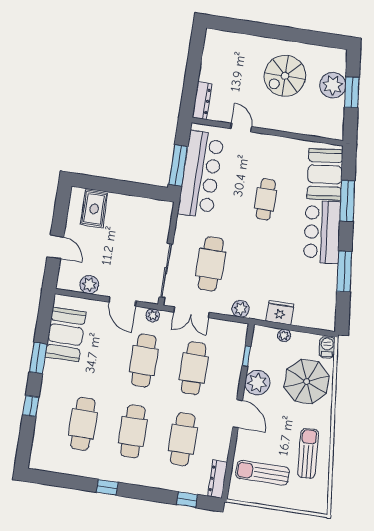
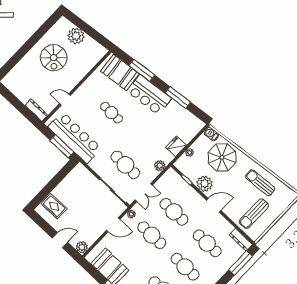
window: (352, 92) -> (87, 29), removed
plant: (89, 285) -> (82, 247), moved
window: (187, 500) -> (241, 263), width x2.17

